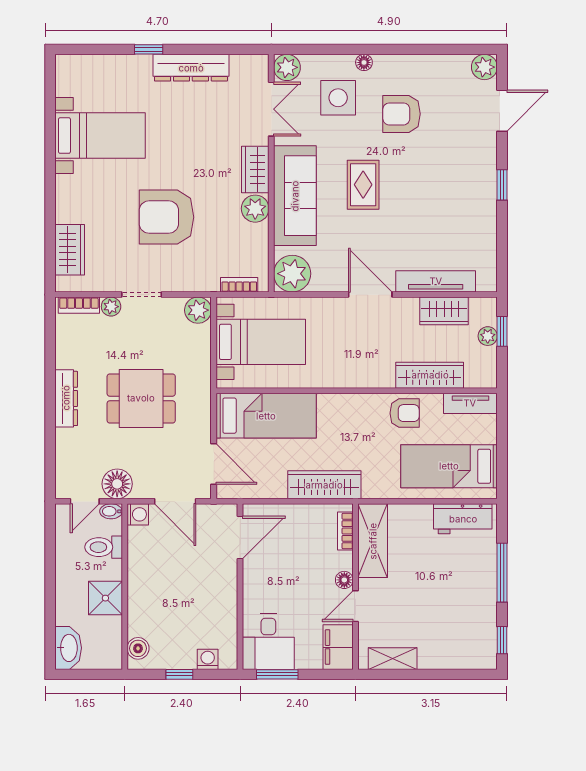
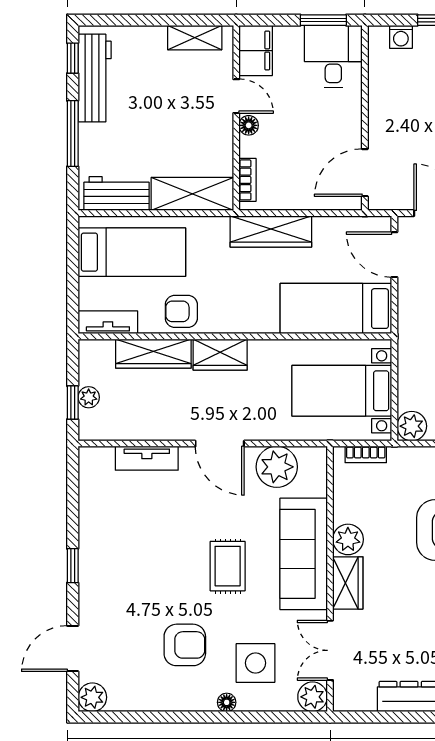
plant: (292, 274) -> (277, 467), moved
tv unit: (436, 281) -> (147, 458), width x0.71
wardrobe: (444, 311) -> (220, 355), moved, turned 180
shelving: (373, 541) -> (192, 194), moved, turned 90
door: (355, 606) -> (236, 96), hinge flipped
workbench: (482, 622) -> (95, 78), added

